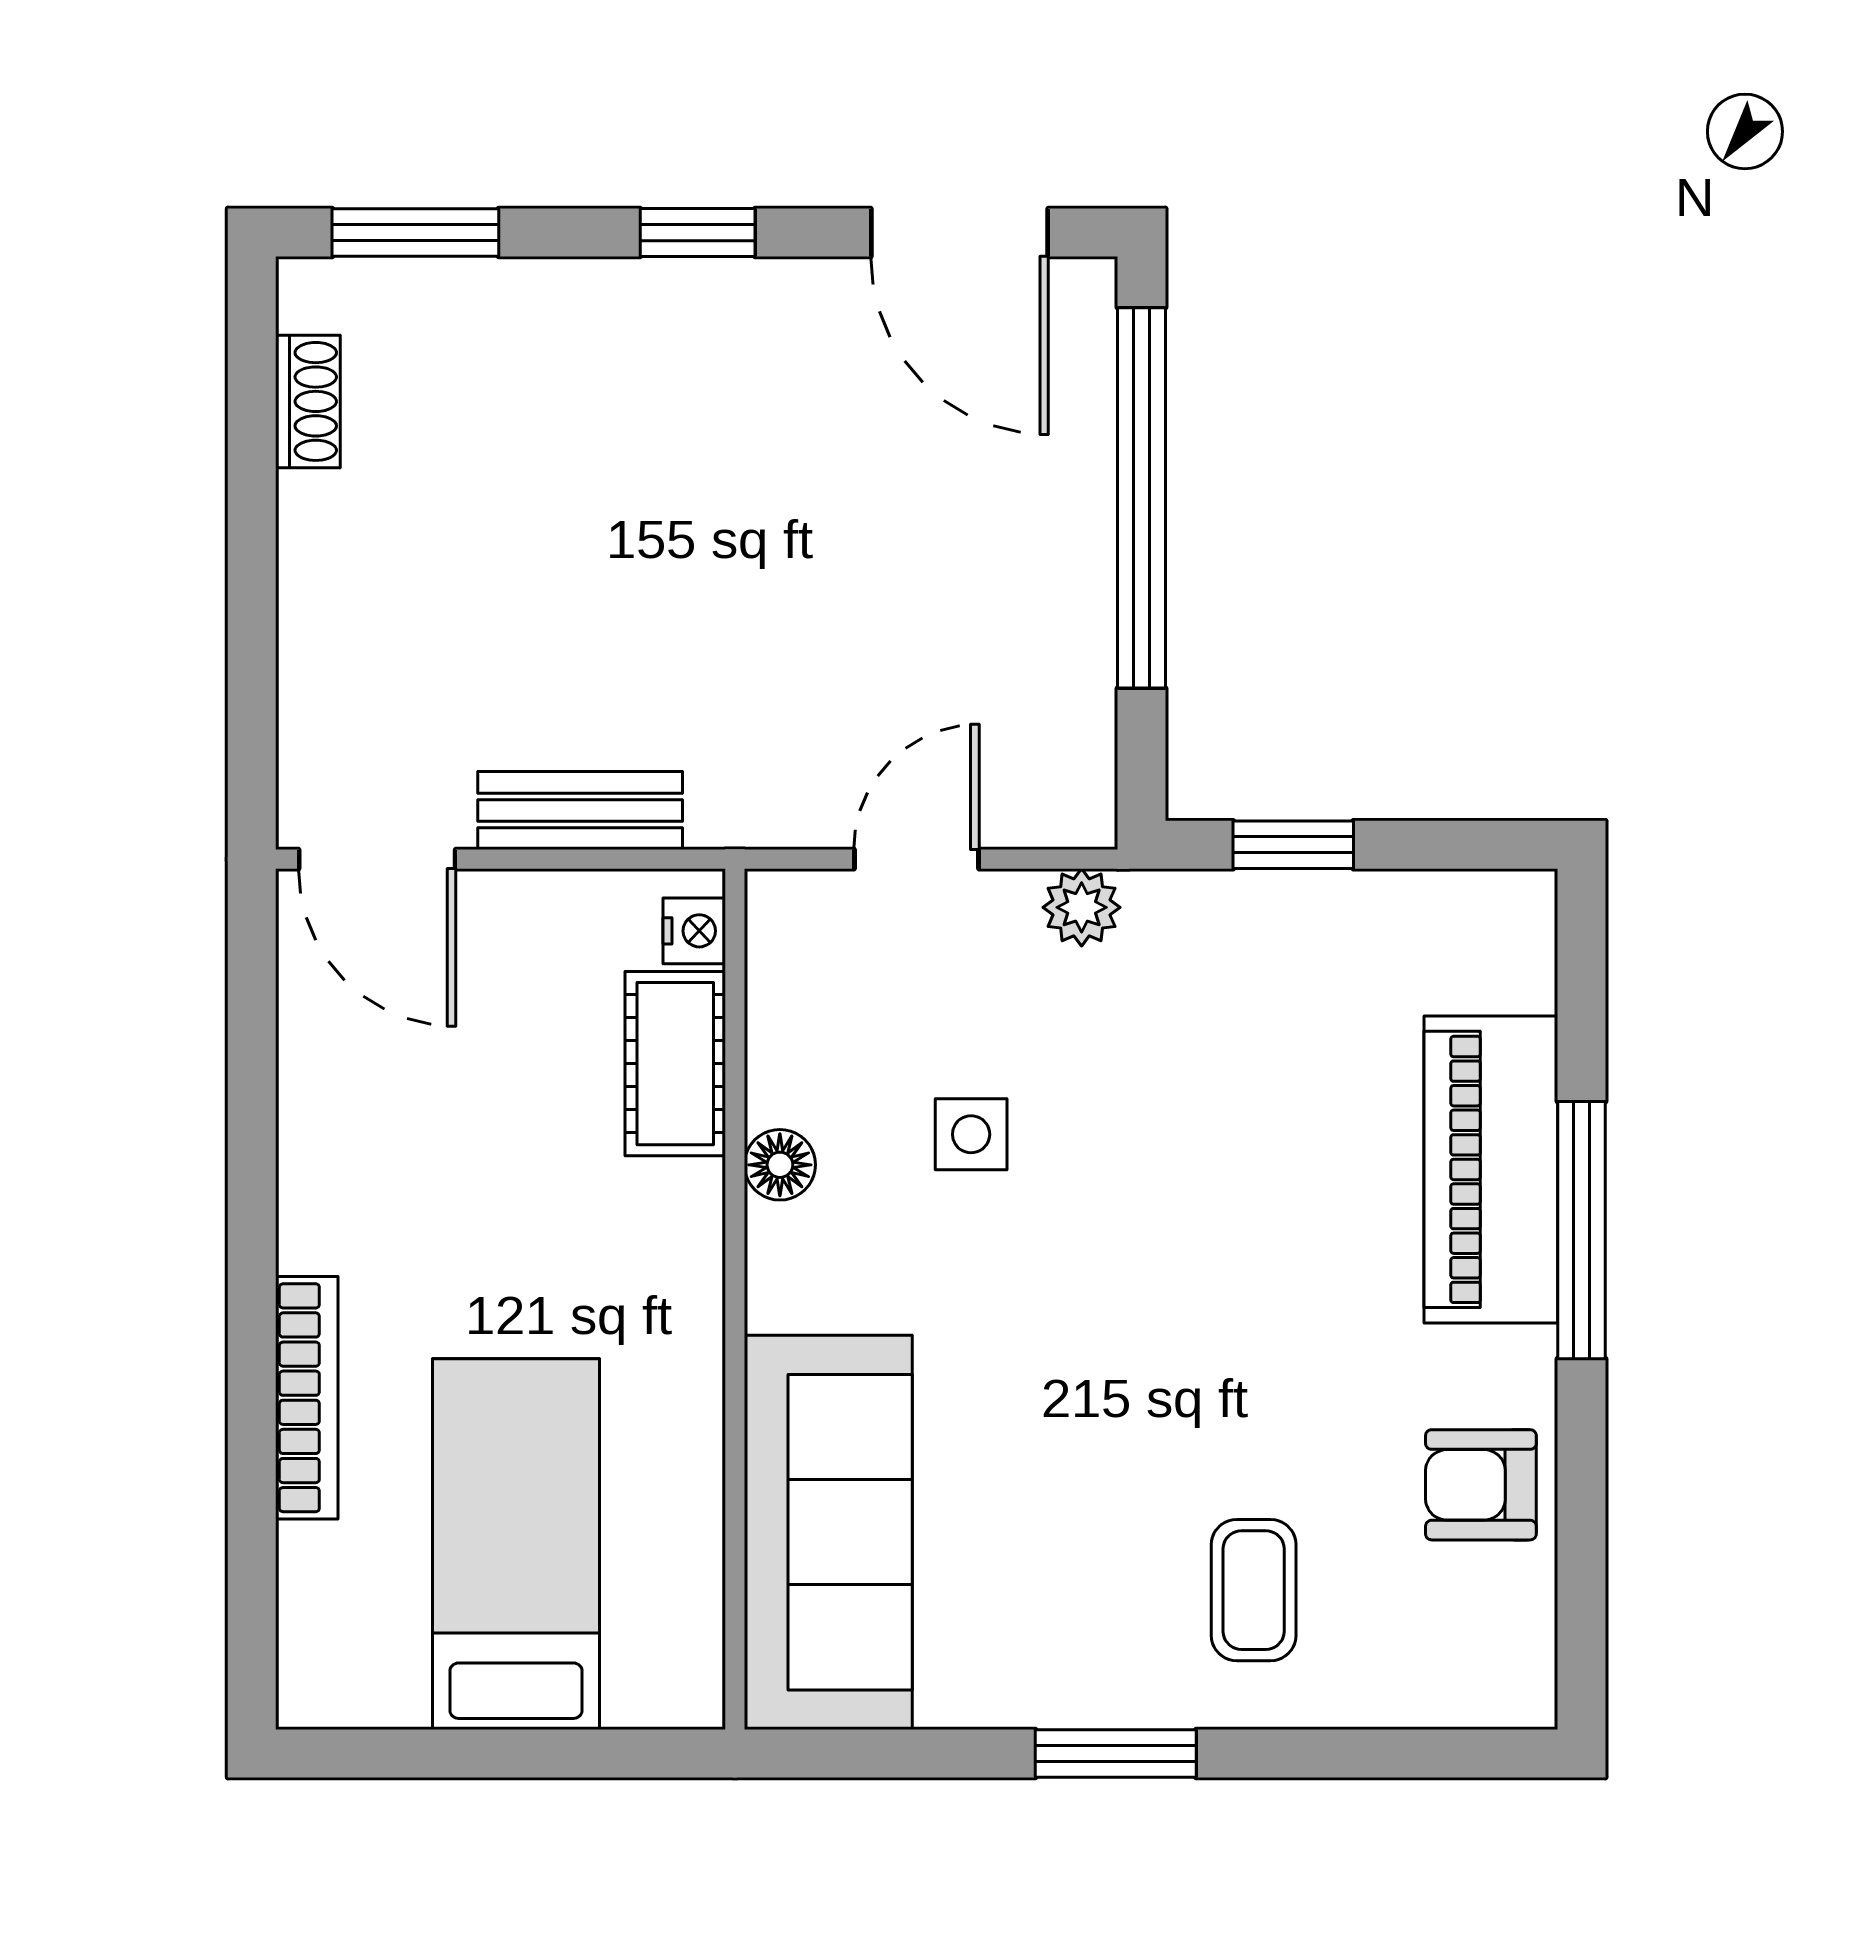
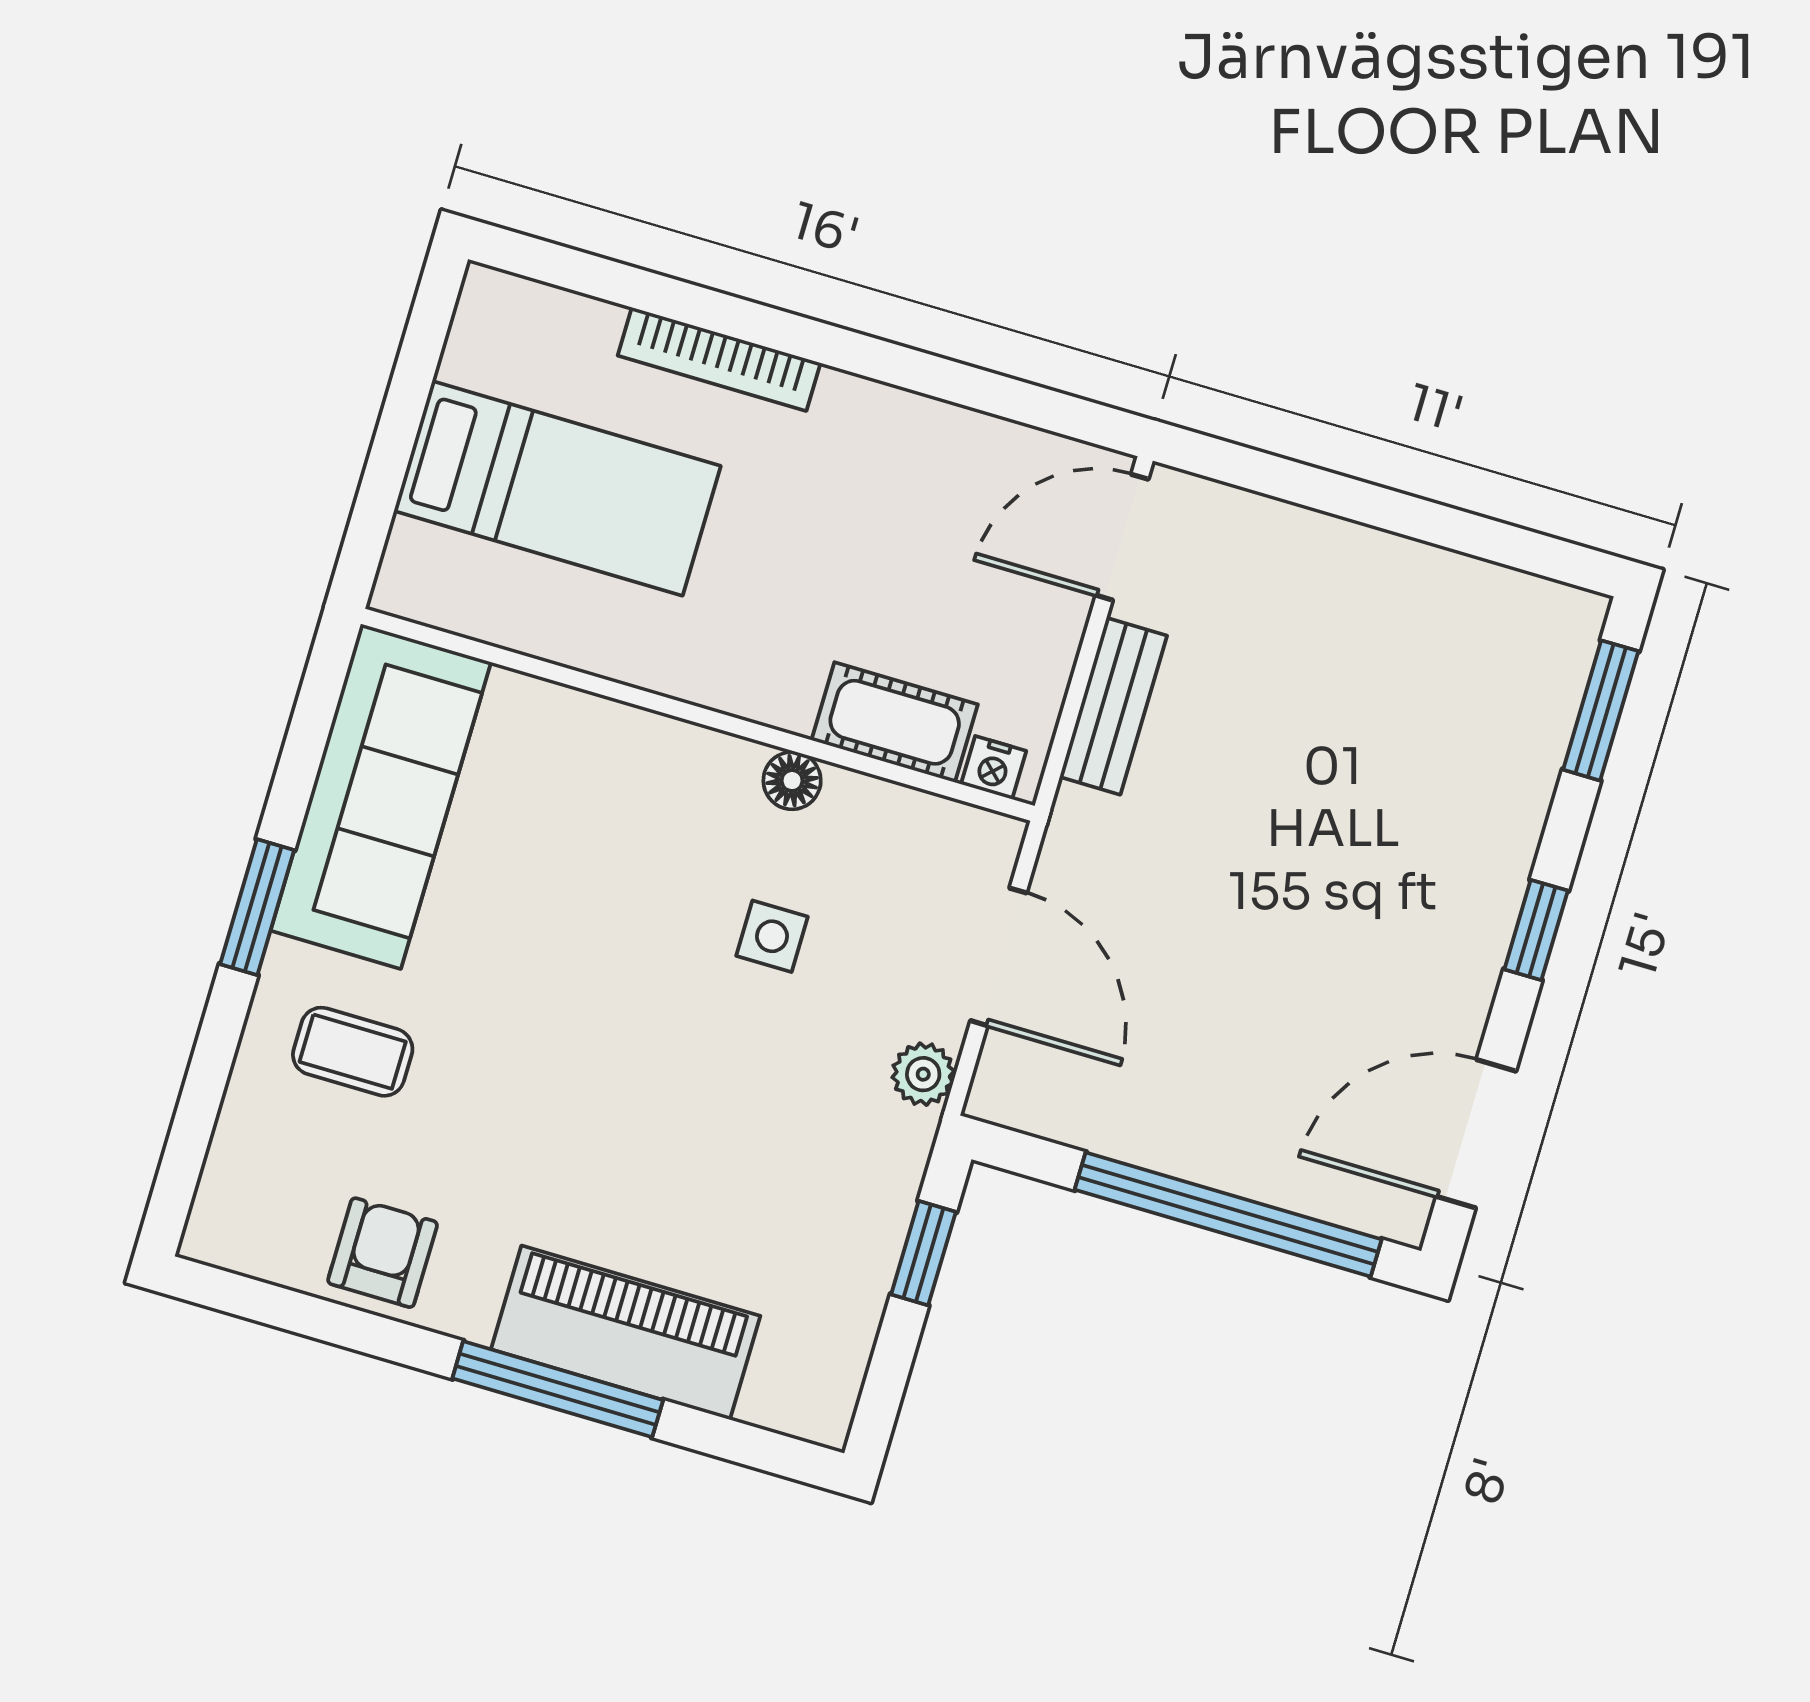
shoe rack: (308, 401) -> (1494, 588), removed
door: (917, 859) -> (998, 957), width x1.37
sofa: (828, 1532) -> (381, 796), moved, turned -90

